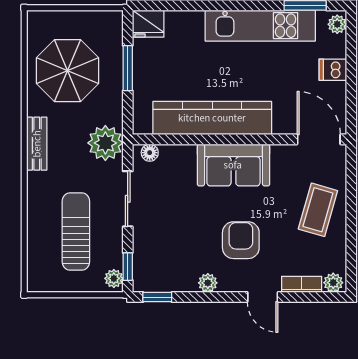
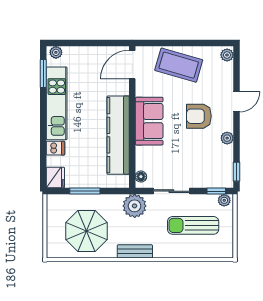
dishwasher: (333, 70) -> (56, 148), moved, turned -90
coffee table: (318, 210) -> (179, 65), width x1.36, depth x1.32
bookcase: (302, 284) -> (228, 76), removed

